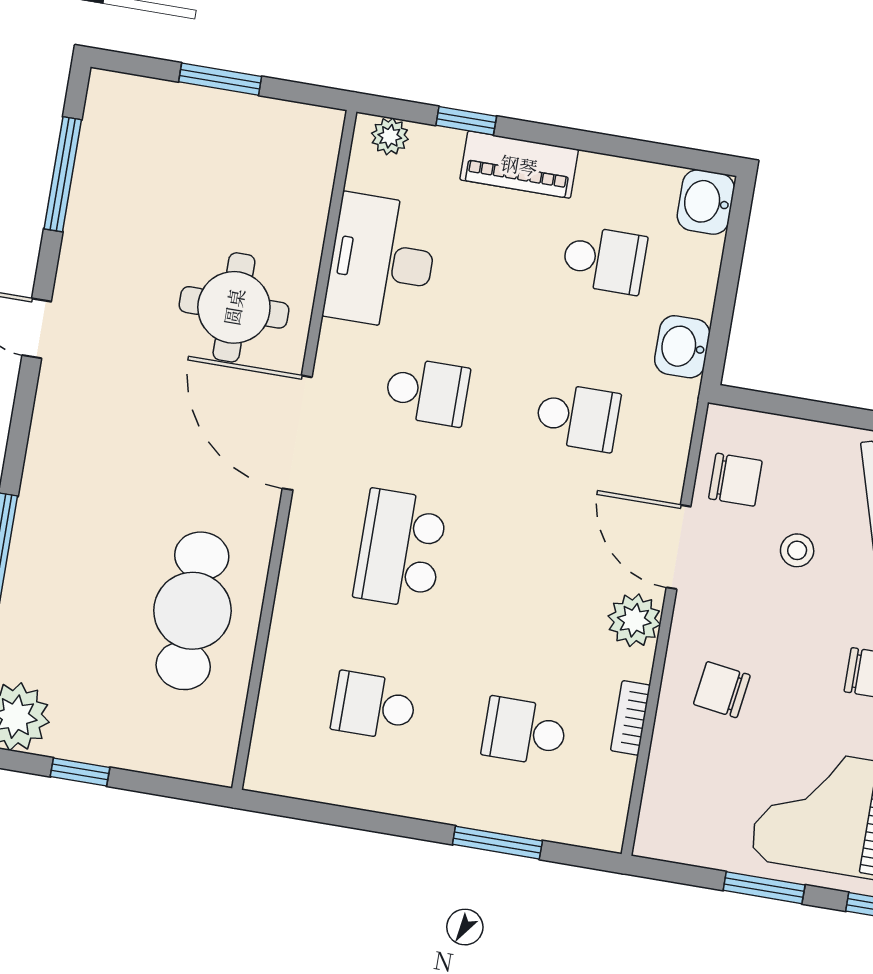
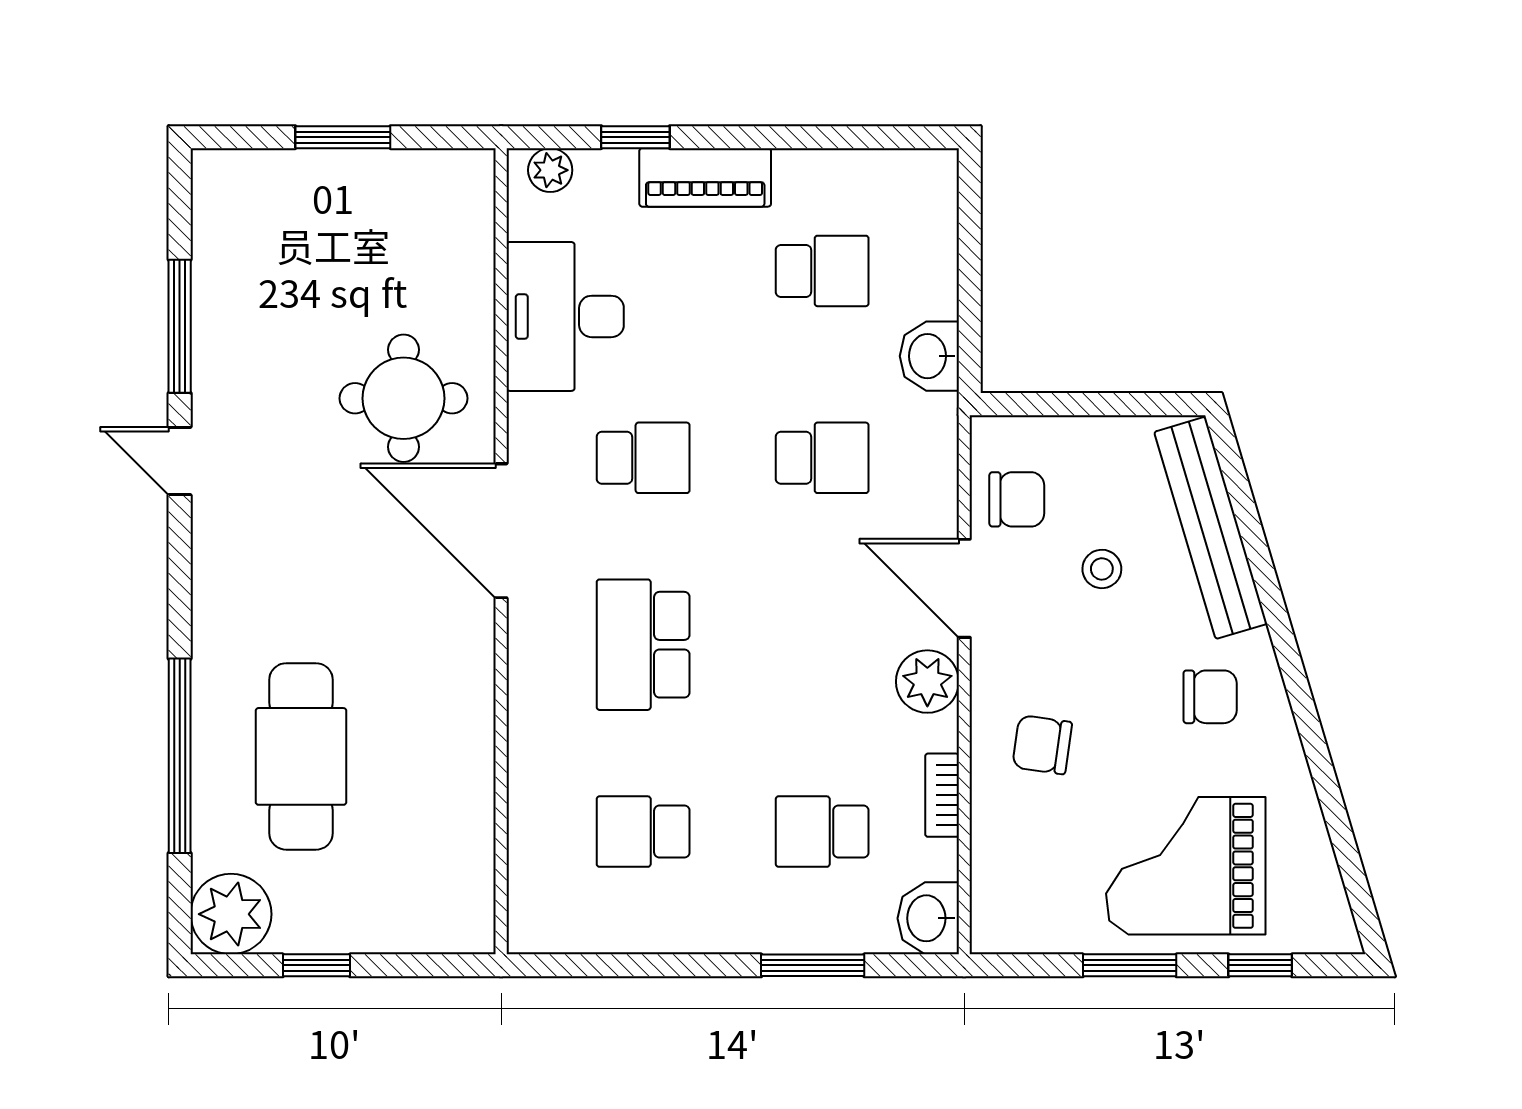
window: (63, 174) -> (180, 326), moved
washbasin: (706, 202) -> (928, 918), moved
cafe table: (192, 611) -> (301, 756), moved

